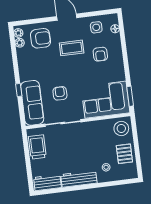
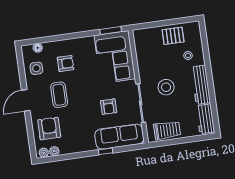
armchair: (60, 93) -> (109, 107), turned -90
stool: (121, 128) -> (166, 87), moved
trolley: (37, 147) -> (167, 130), turned 180

